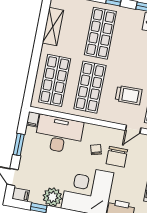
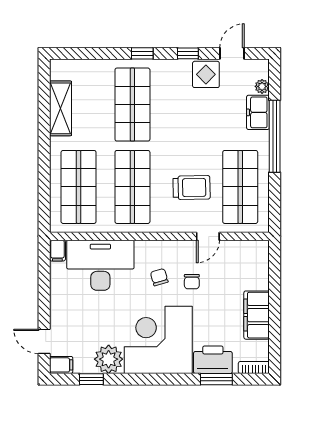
window: (19, 144) -> (44, 292), removed
chair: (117, 157) -> (192, 282), width x0.54, depth x0.54

